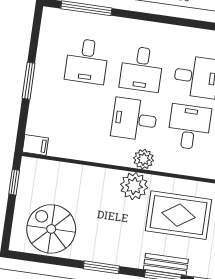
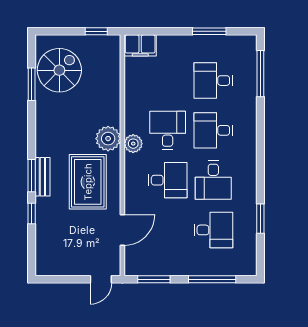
window: (29, 81) -> (209, 31), moved
filing cabinet: (35, 145) -> (140, 45), width x2.00
window: (101, 267) -> (32, 84), moved

